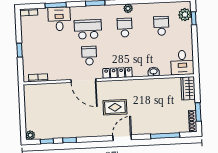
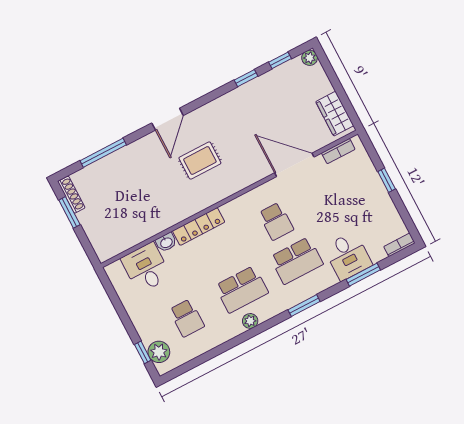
school desk: (125, 28) -> (242, 289), width x1.85
desk: (182, 63) -> (146, 268), moved
locker: (117, 73) -> (199, 226), moved
door: (83, 81) -> (294, 165), moved
wardrobe: (188, 88) -> (335, 114), moved, turned 180

